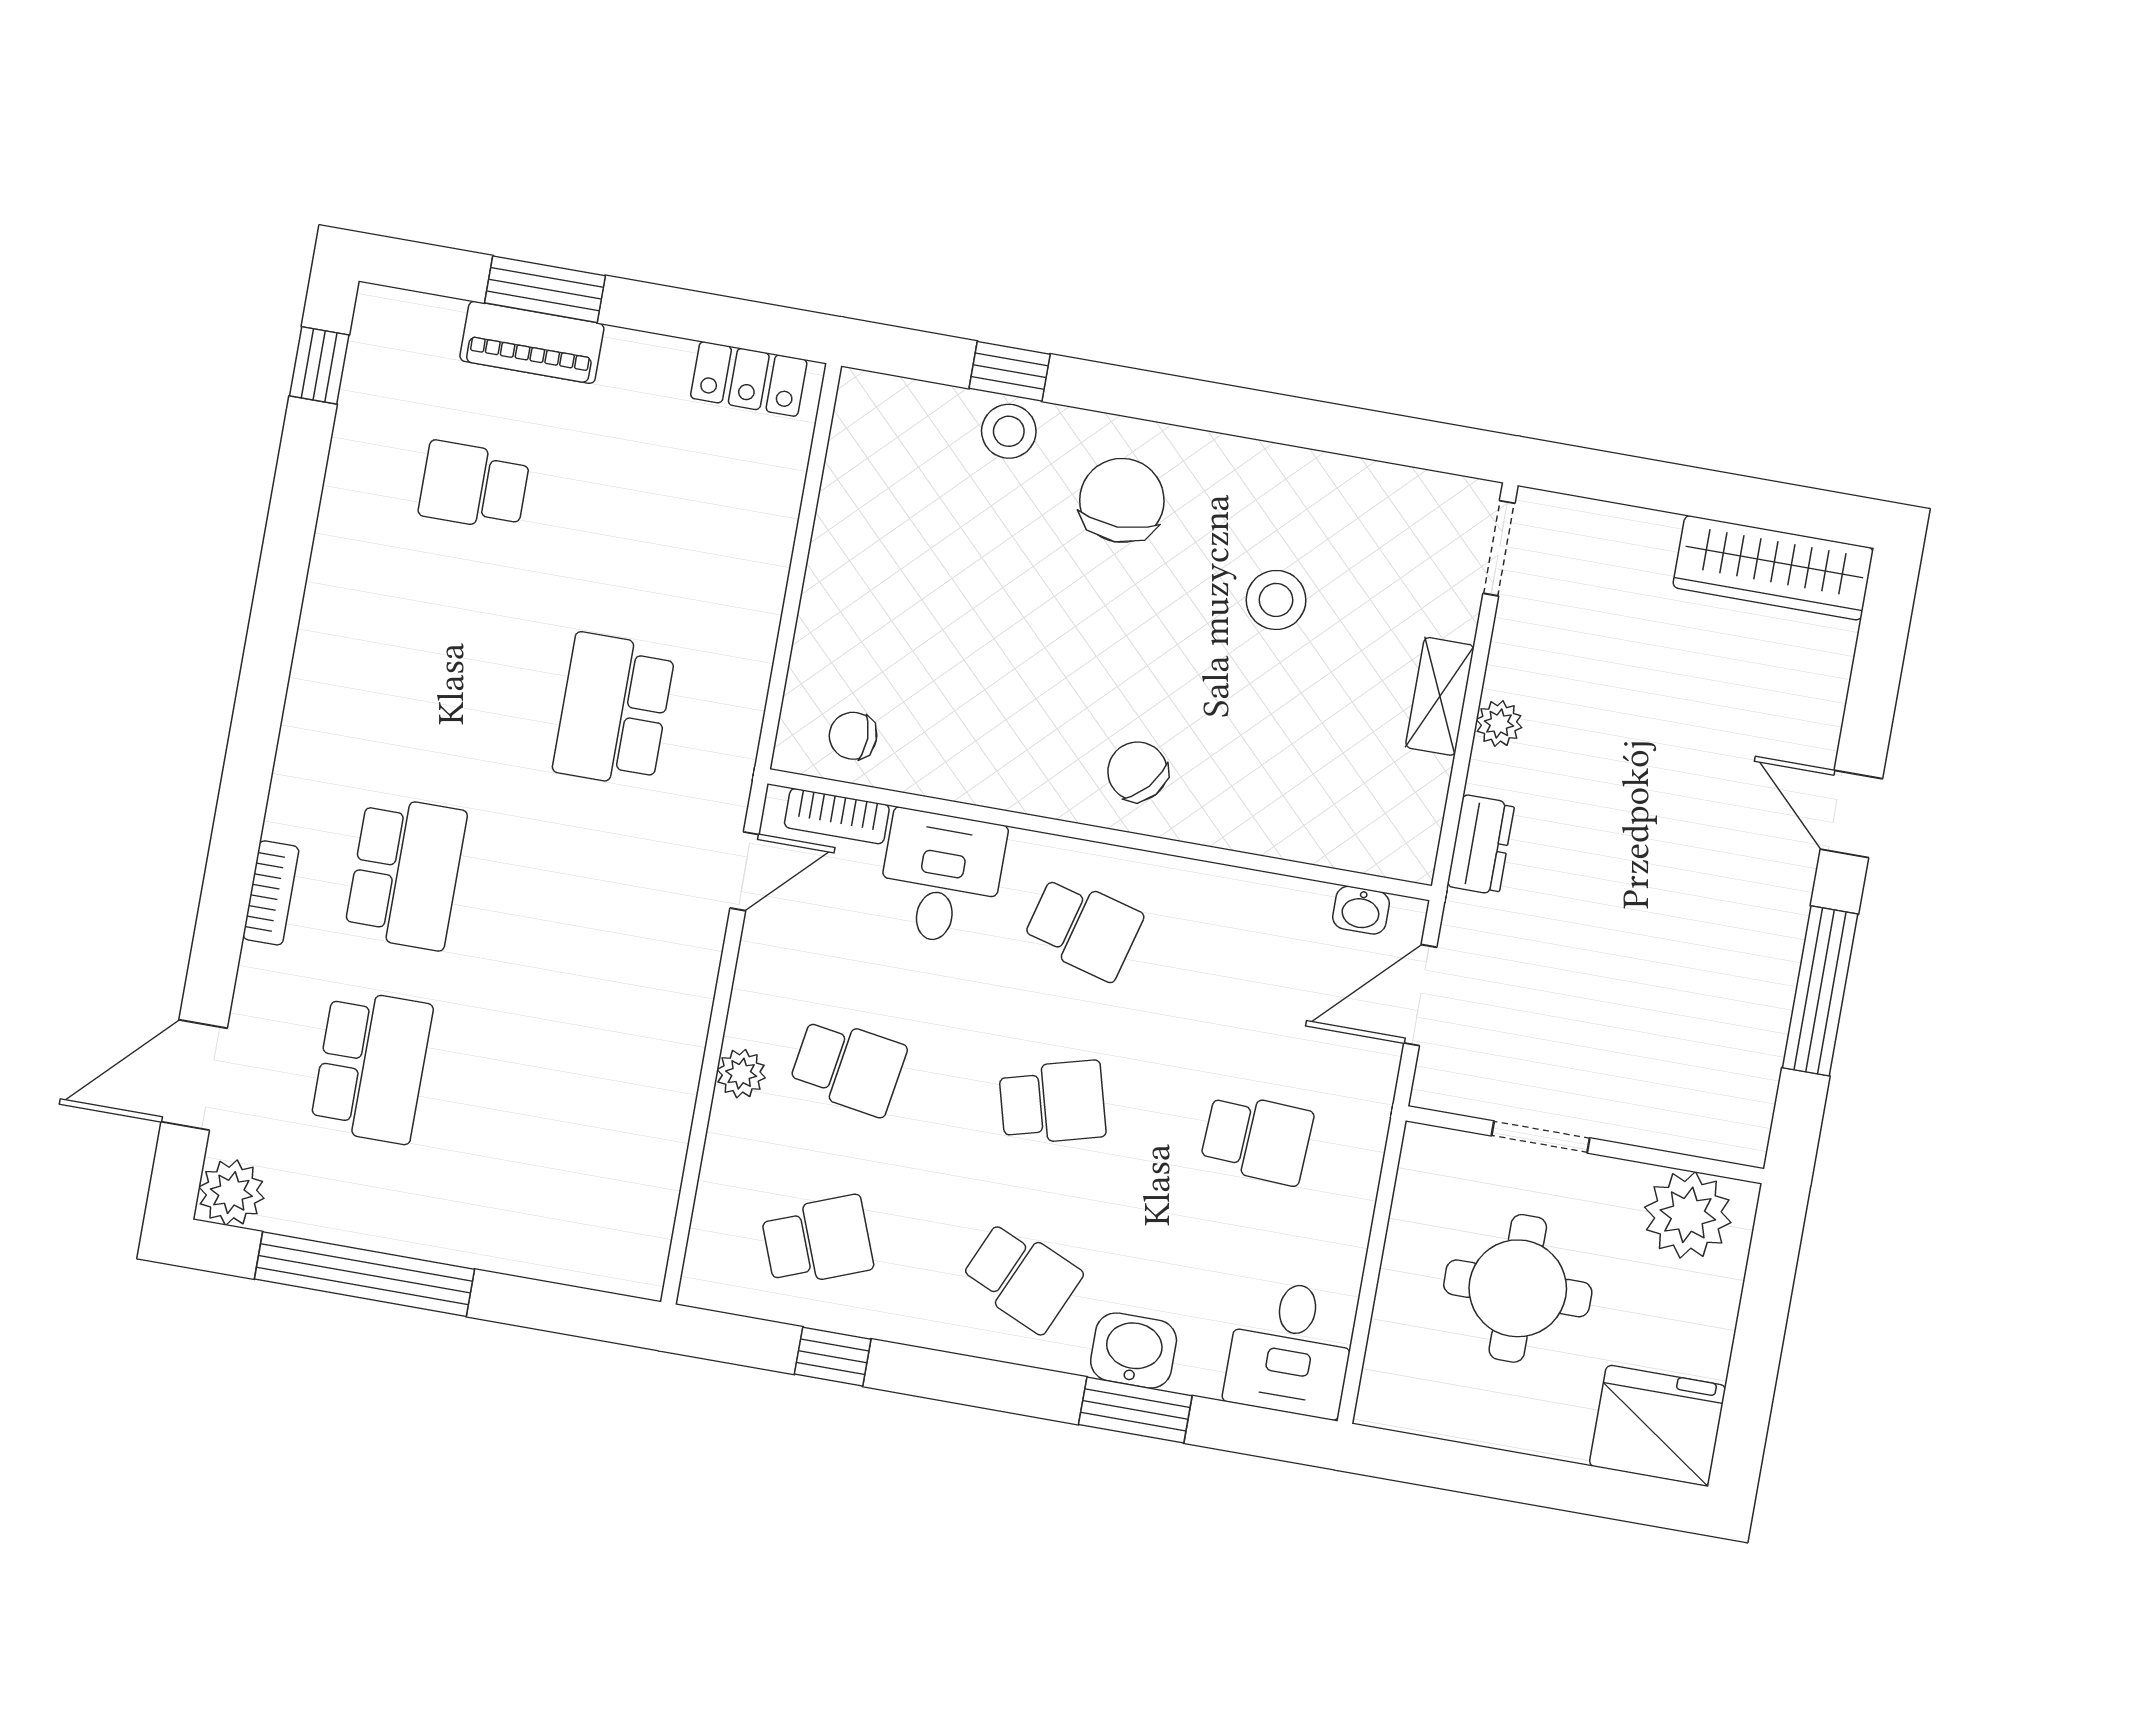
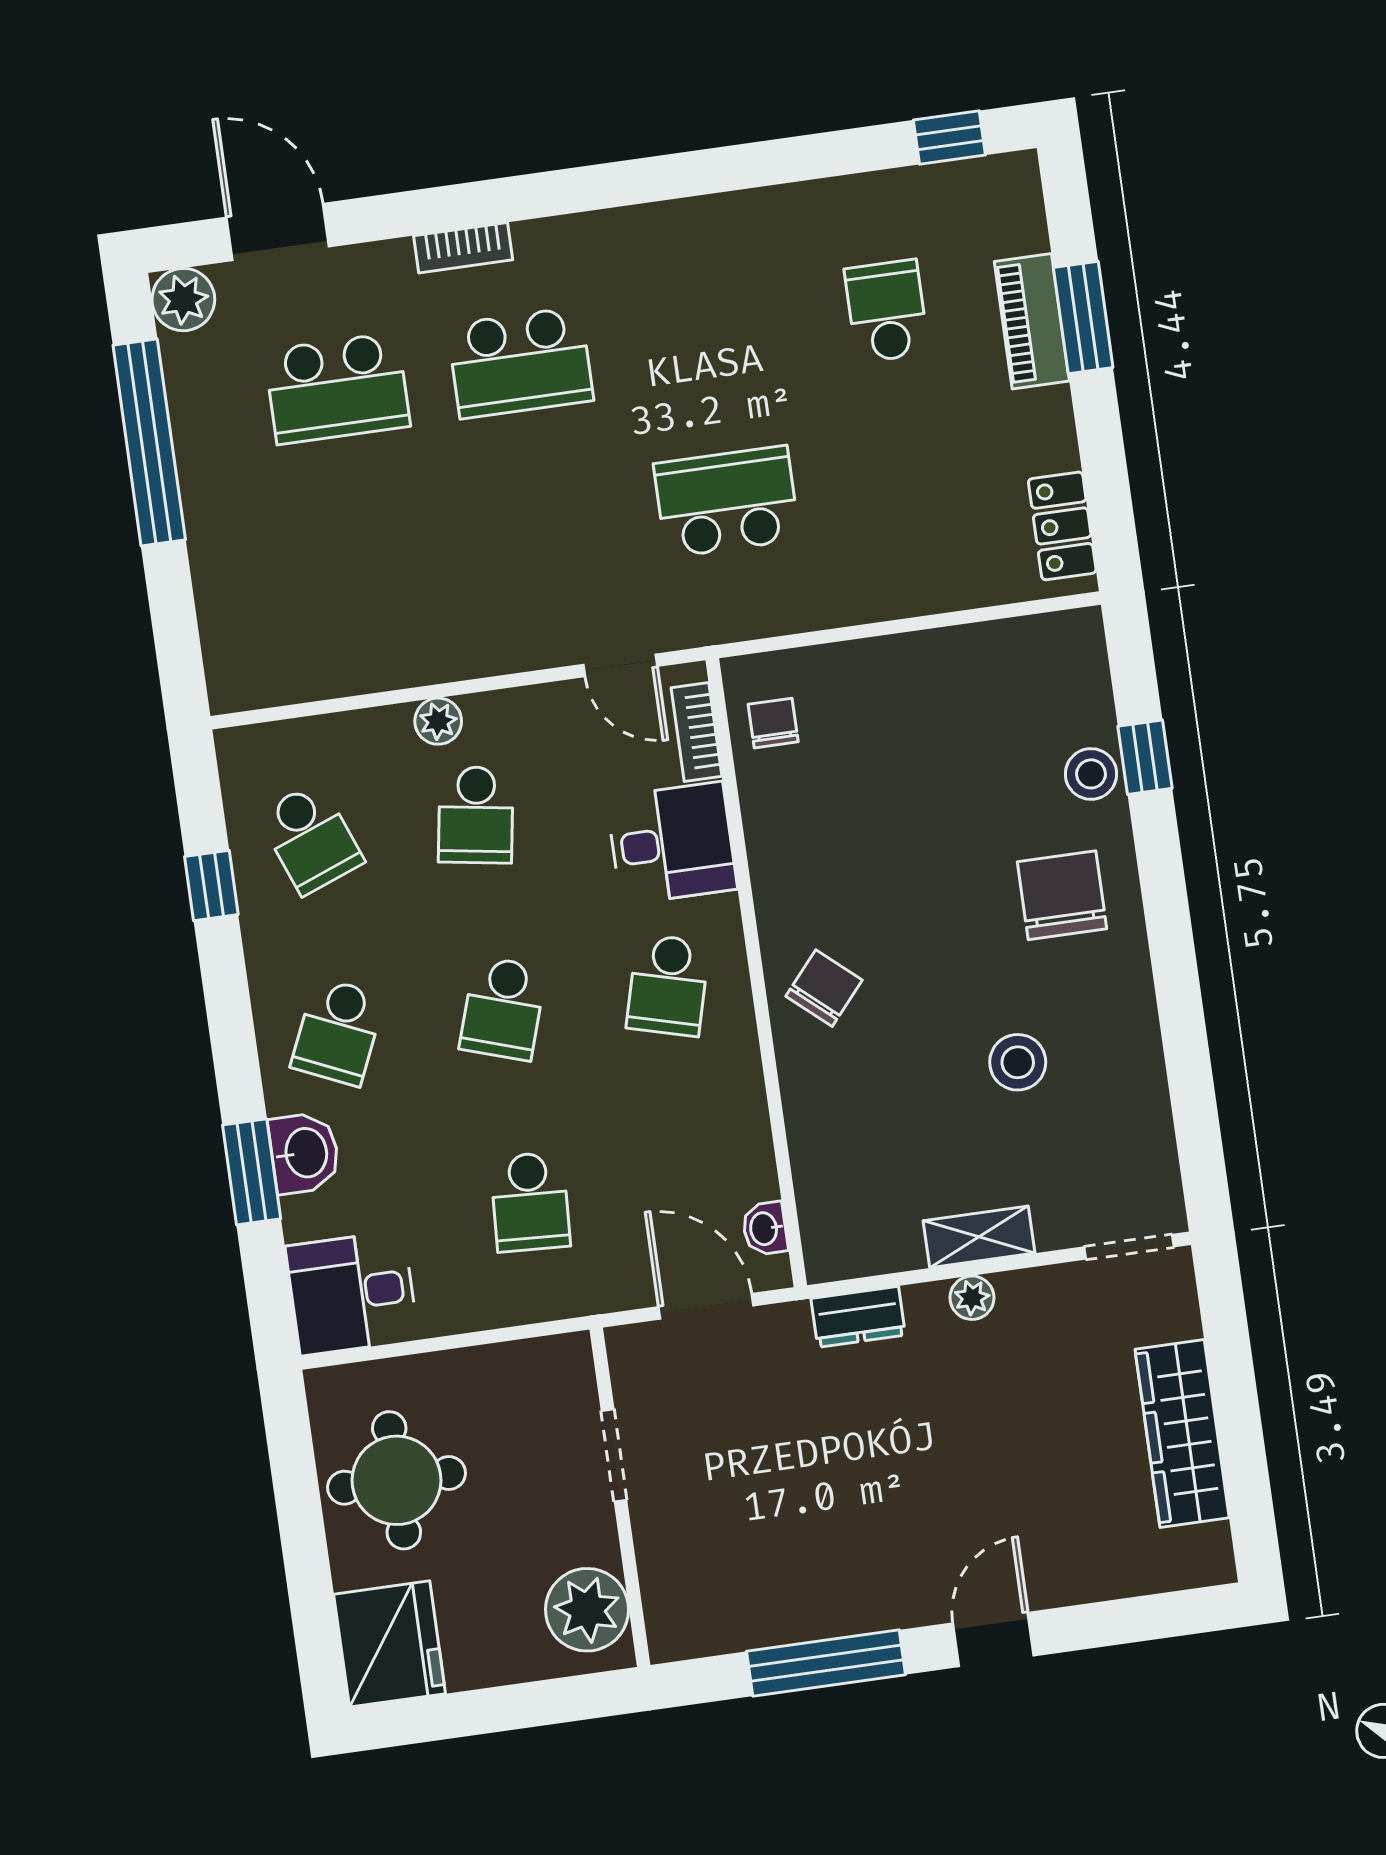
chair: (1122, 500) -> (1062, 895), turned -90
wardrobe: (1773, 568) -> (1182, 1434), moved
school desk: (1053, 1102) -> (503, 1008), turned 33
round table: (1518, 1288) -> (397, 1480), moved

